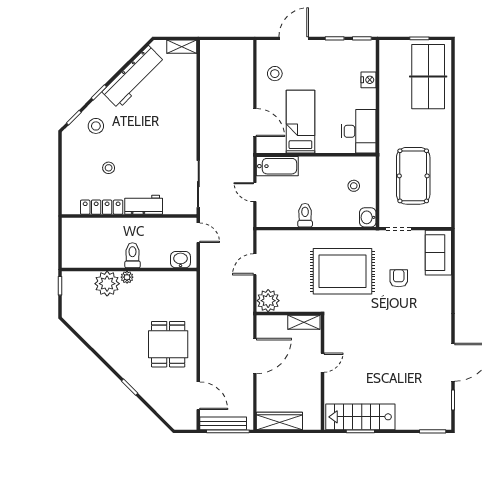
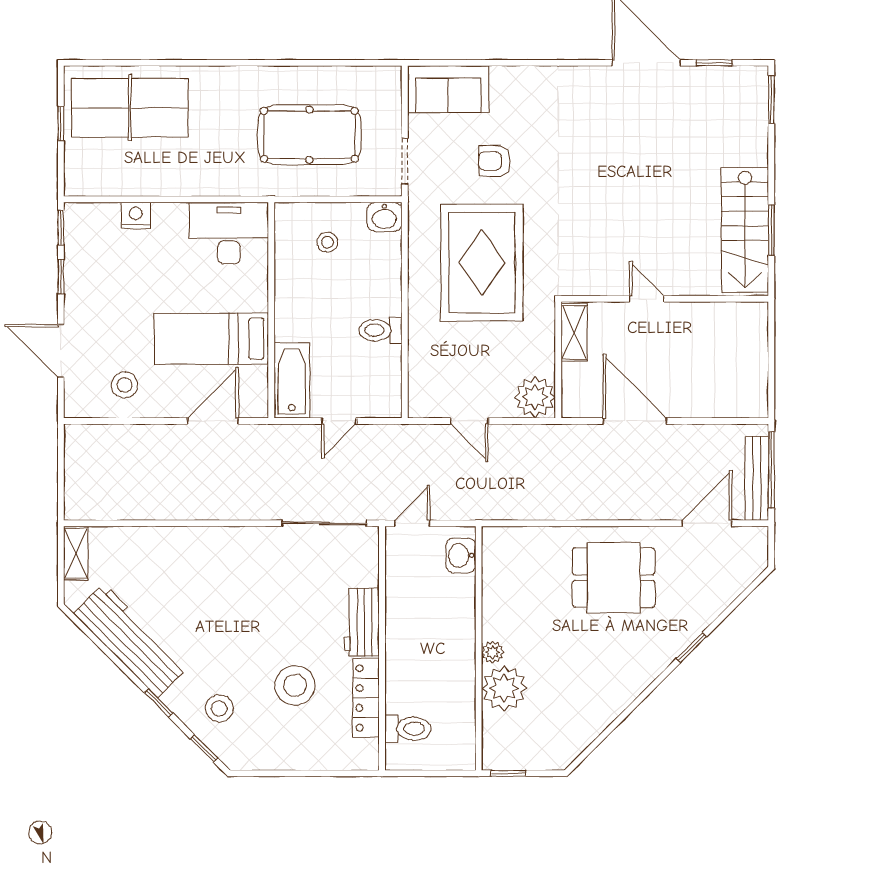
stool: (109, 168) -> (295, 685), width x1.89, depth x1.89
toilet: (132, 255) -> (408, 729), moved, turned 180
wardrobe: (279, 421) -> (752, 377), removed

